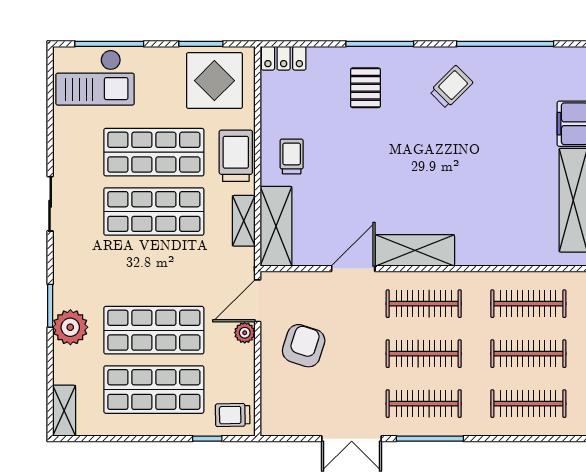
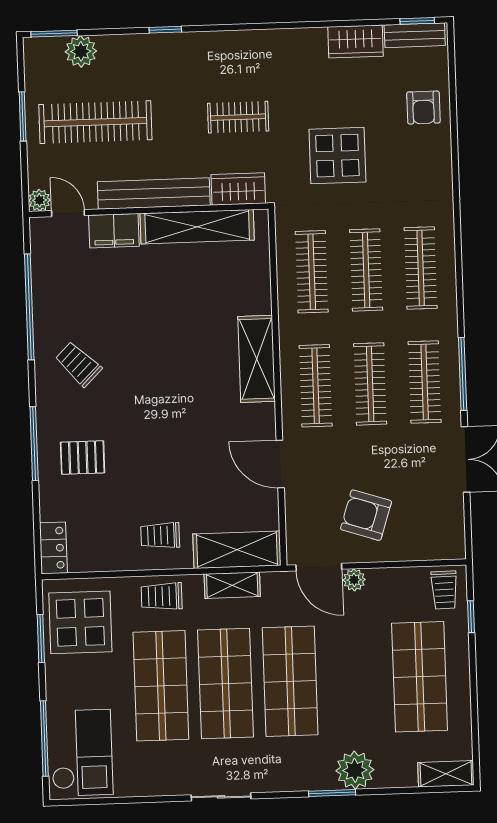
trolley: (236, 156) -> (162, 596), width x0.73, depth x0.72
shelving: (415, 250) -> (257, 359), moved
shop shelf: (154, 330) -> (290, 681), moved

